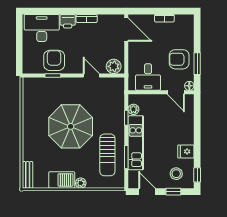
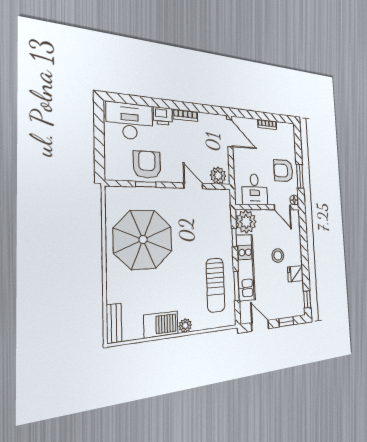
plant: (133, 109) -> (246, 222), width x1.88, depth x1.88
parasol: (71, 126) -> (143, 240), moved
stool: (176, 174) -> (278, 256), moved

